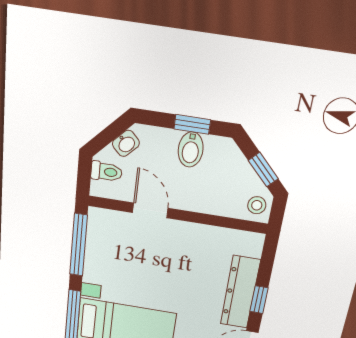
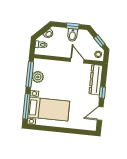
door: (150, 210) -> (77, 61), moved
plant: (99, 253) -> (38, 77), added
dresser: (240, 292) -> (96, 80), moved

